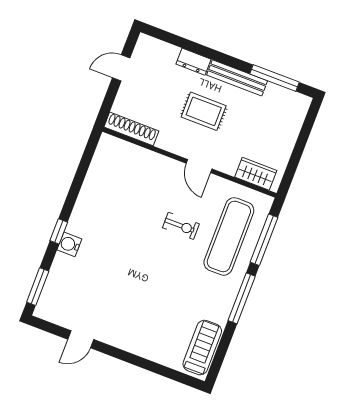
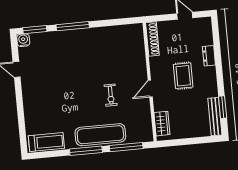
bench: (237, 78) -> (215, 117), moved
window: (274, 78) -> (223, 107), width x0.69
window: (59, 231) -> (73, 26), width x2.17
exercise mat: (229, 236) -> (100, 135), moved
water cooler: (69, 244) -> (23, 40), moved

